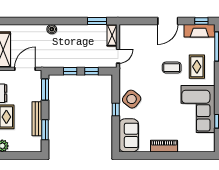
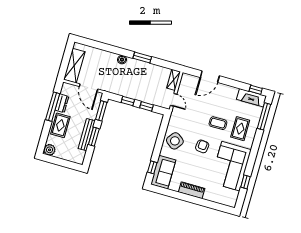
window: (97, 21) -> (142, 58), moved
door: (168, 21) -> (210, 77), moved
door: (118, 56) -> (174, 100), hinge flipped
door: (25, 69) -> (89, 88), swing flipped
armchair: (162, 97) -> (202, 146), added
window: (116, 110) -> (152, 167), moved
window: (45, 130) -> (94, 137), moved

